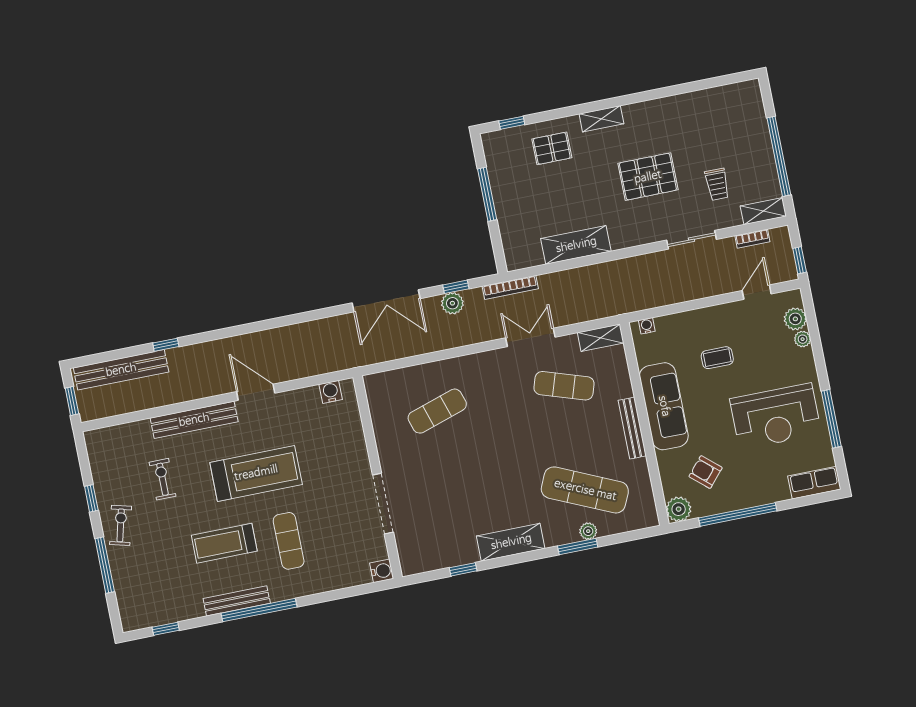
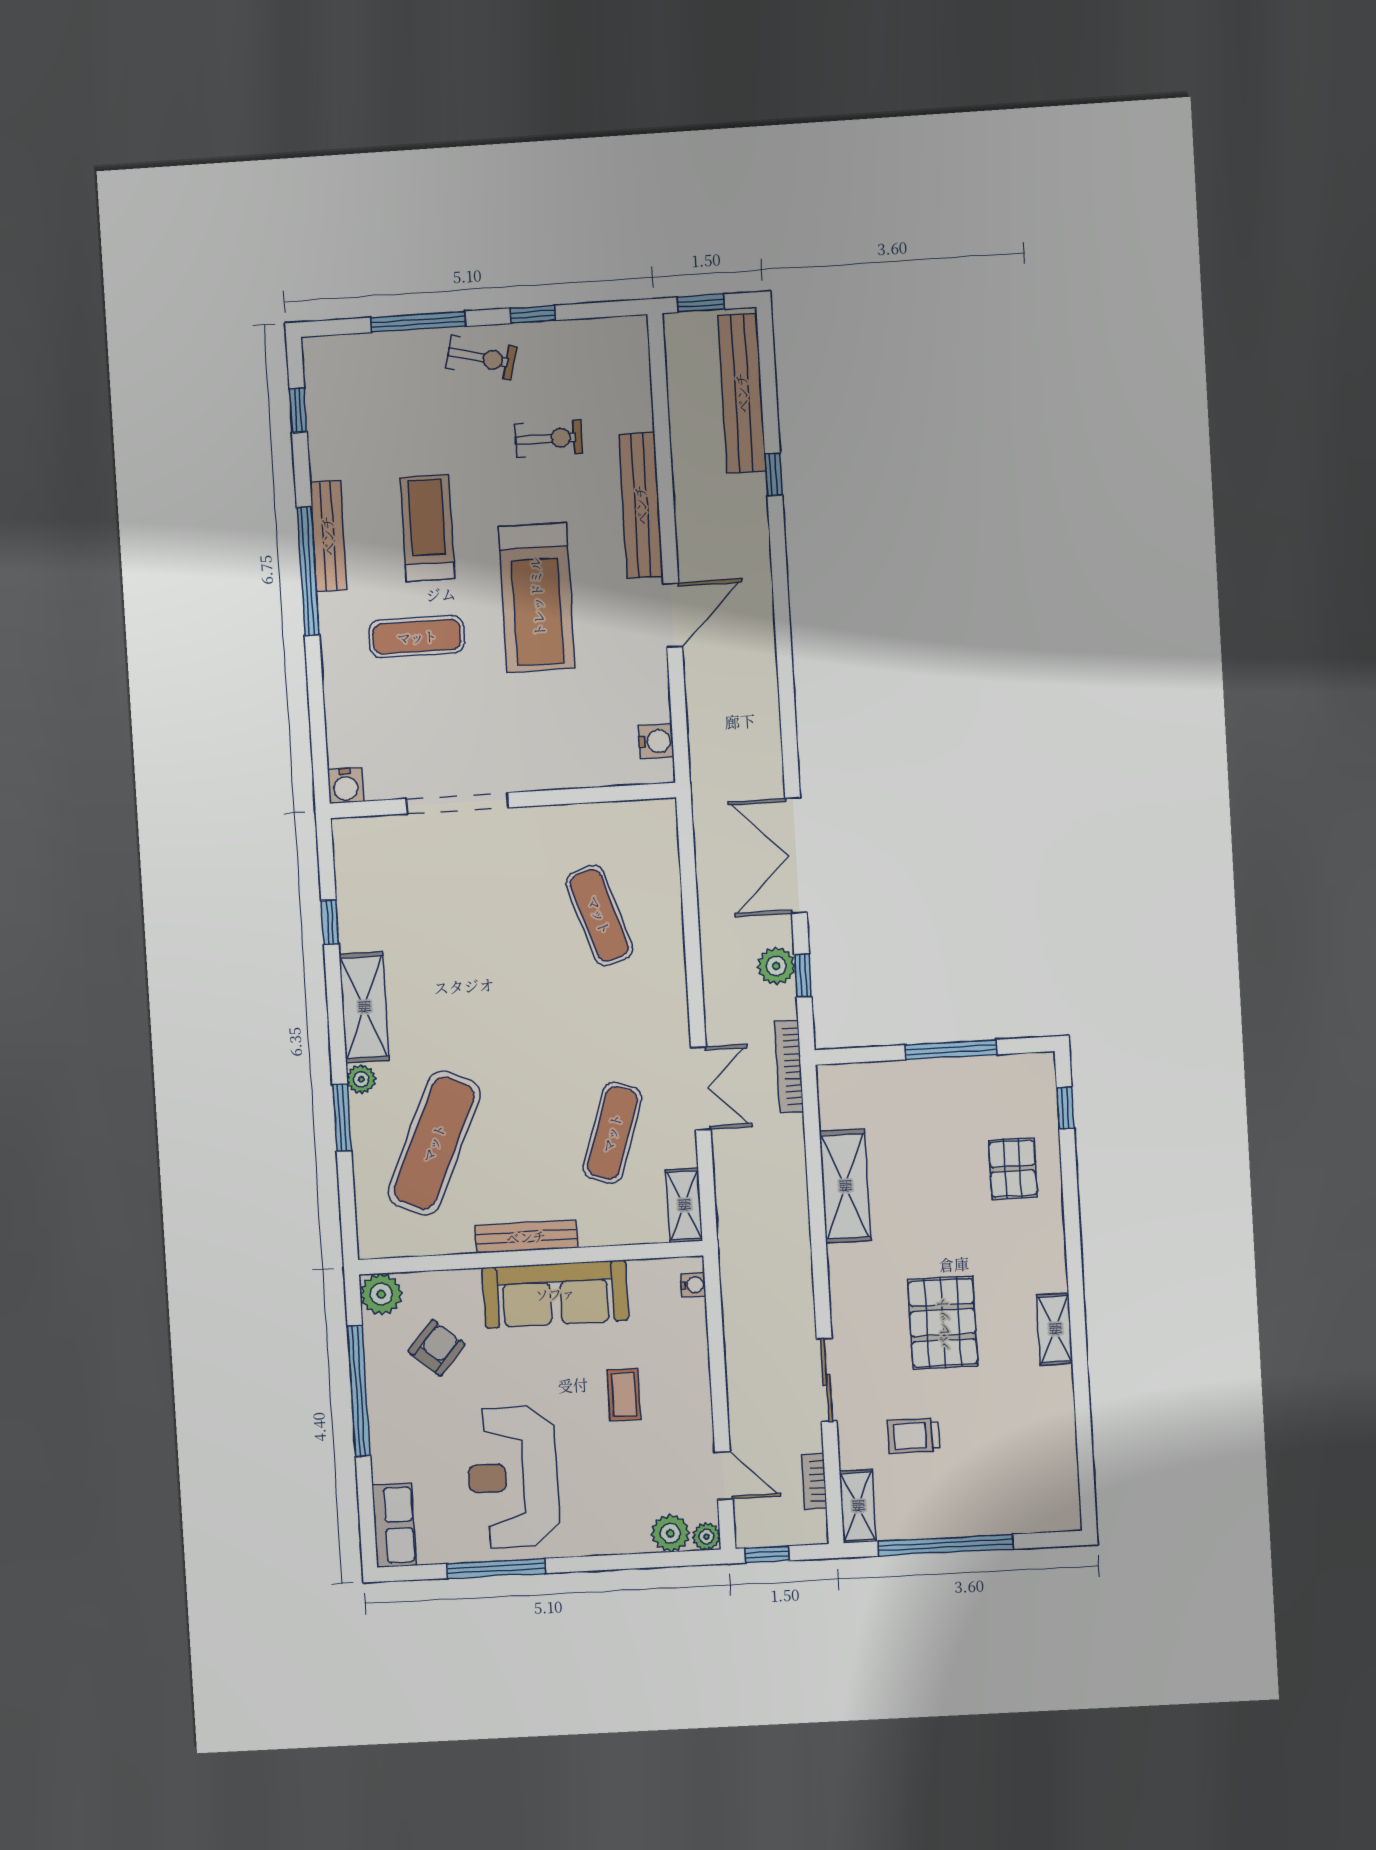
shelving: (601, 119) -> (1055, 1329), moved
plant: (803, 339) -> (706, 1537), moved
plant: (588, 531) -> (361, 1079), moved

